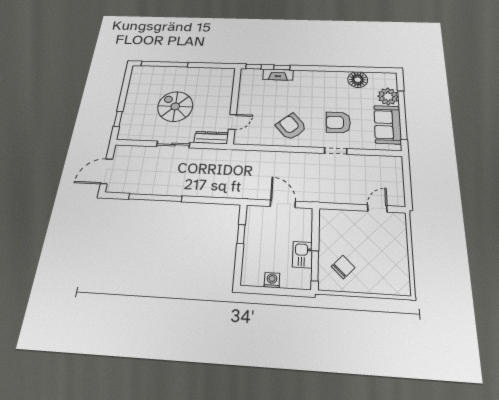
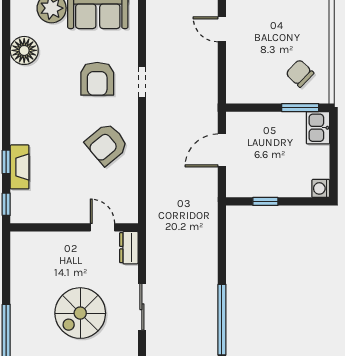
dresser: (211, 138) -> (129, 248), width x0.70
kitchen sink: (302, 255) -> (318, 128), moved, turned 90
washing machine: (272, 280) -> (321, 188), moved

